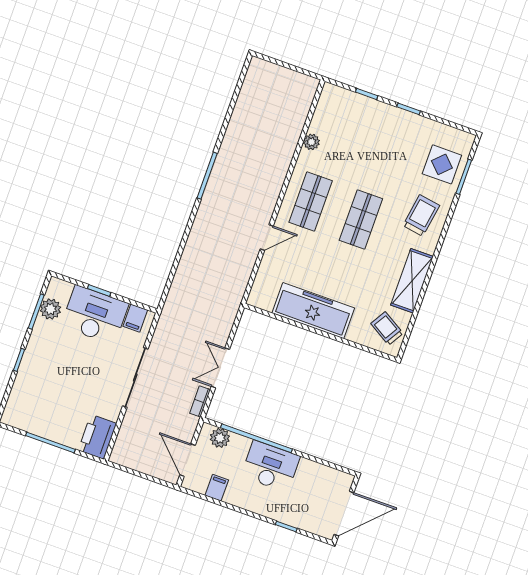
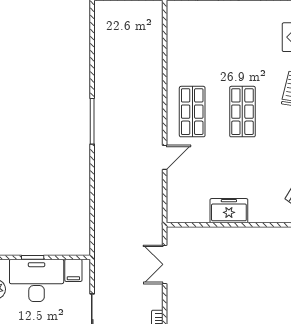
plant: (311, 142) -> (174, 58), removed
freezer: (313, 311) -> (229, 211), width x0.52, depth x0.79
double door: (220, 368) -> (165, 264), moved

